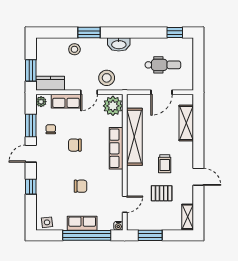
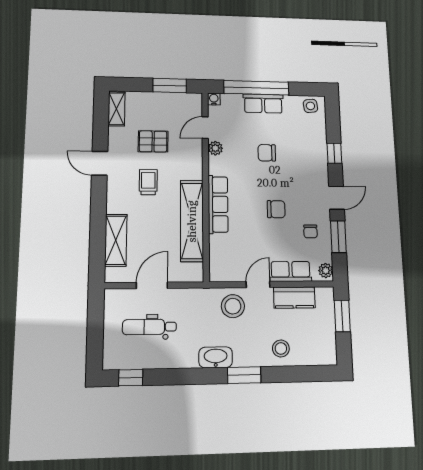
window: (89, 32) -> (244, 375), moved
kitchen counter: (50, 83) -> (294, 297), moved
plant: (113, 106) -> (215, 148), moved, width x0.53, depth x0.53

